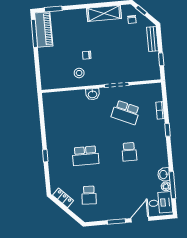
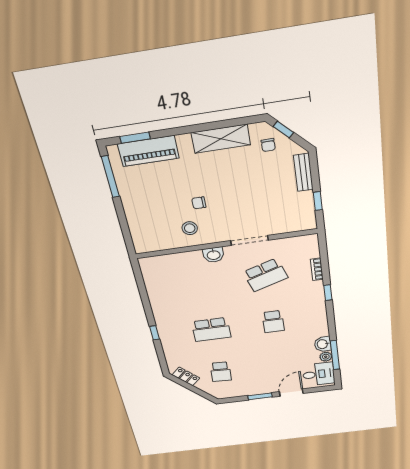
piano: (44, 29) -> (148, 151), moved, turned 90
school desk: (126, 112) -> (265, 275), turned -42

